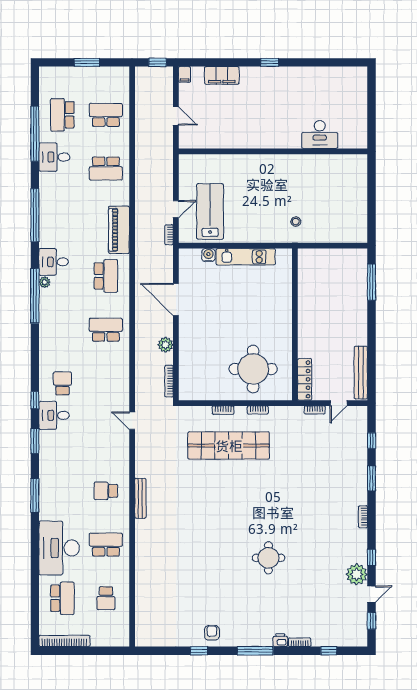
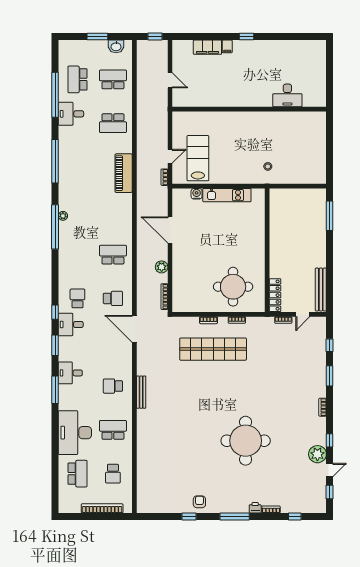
washbasin: (110, 74) -> (116, 46), added
filing cabinet: (185, 74) -> (227, 46), moved
desk: (54, 262) -> (70, 373), moved
school desk: (106, 276) -> (113, 298), moved, width x0.54
door: (132, 421) -> (134, 329), width x1.88
round table: (268, 558) -> (246, 441), width x1.86, depth x1.86
bookcase: (64, 641) -> (102, 508), moved

